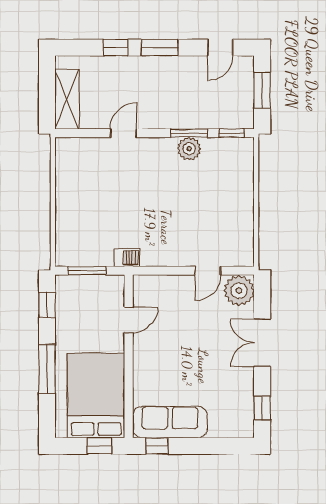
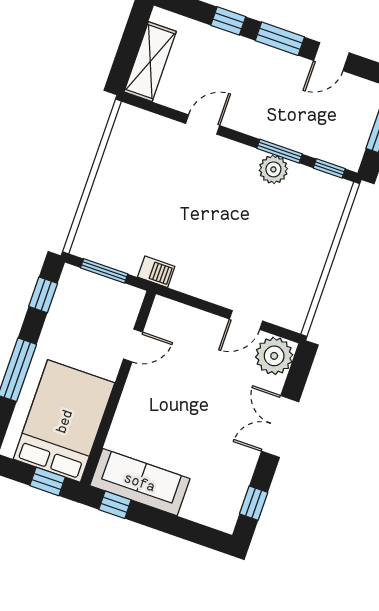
door: (220, 48) -> (331, 57), moved

